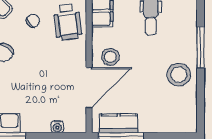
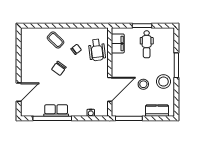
stool: (110, 57) -> (143, 84), moved
kitchen counter: (119, 123) -> (157, 111), moved

